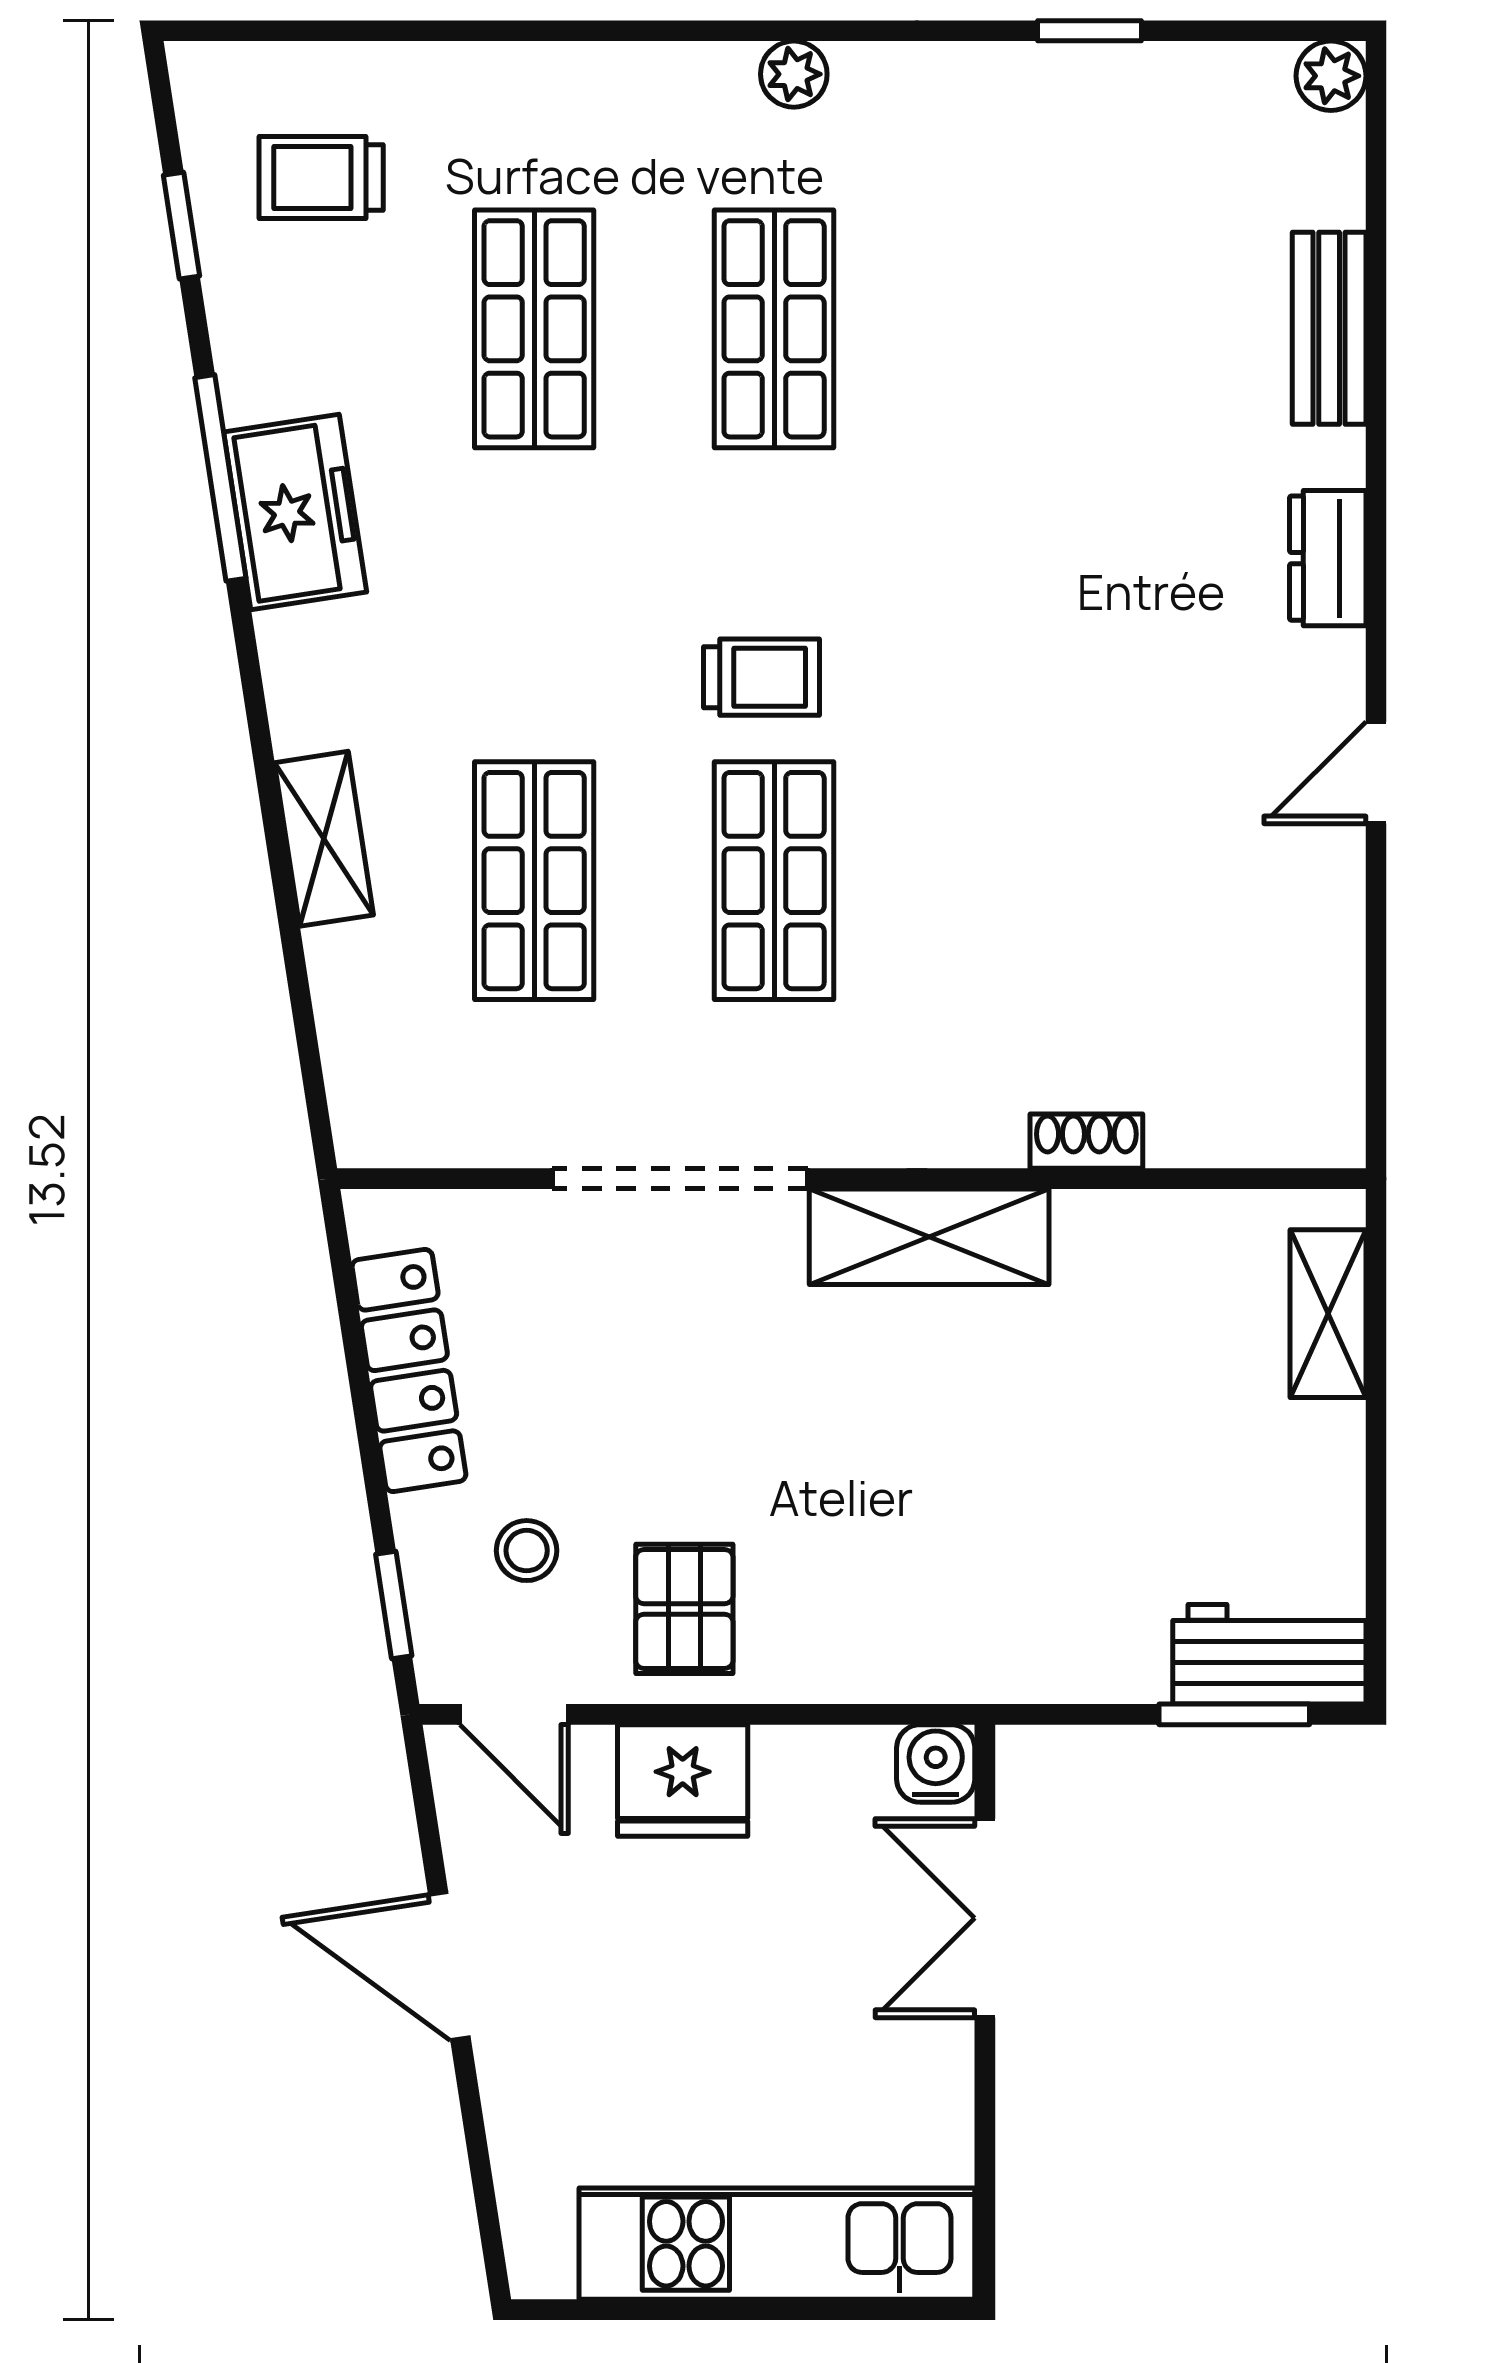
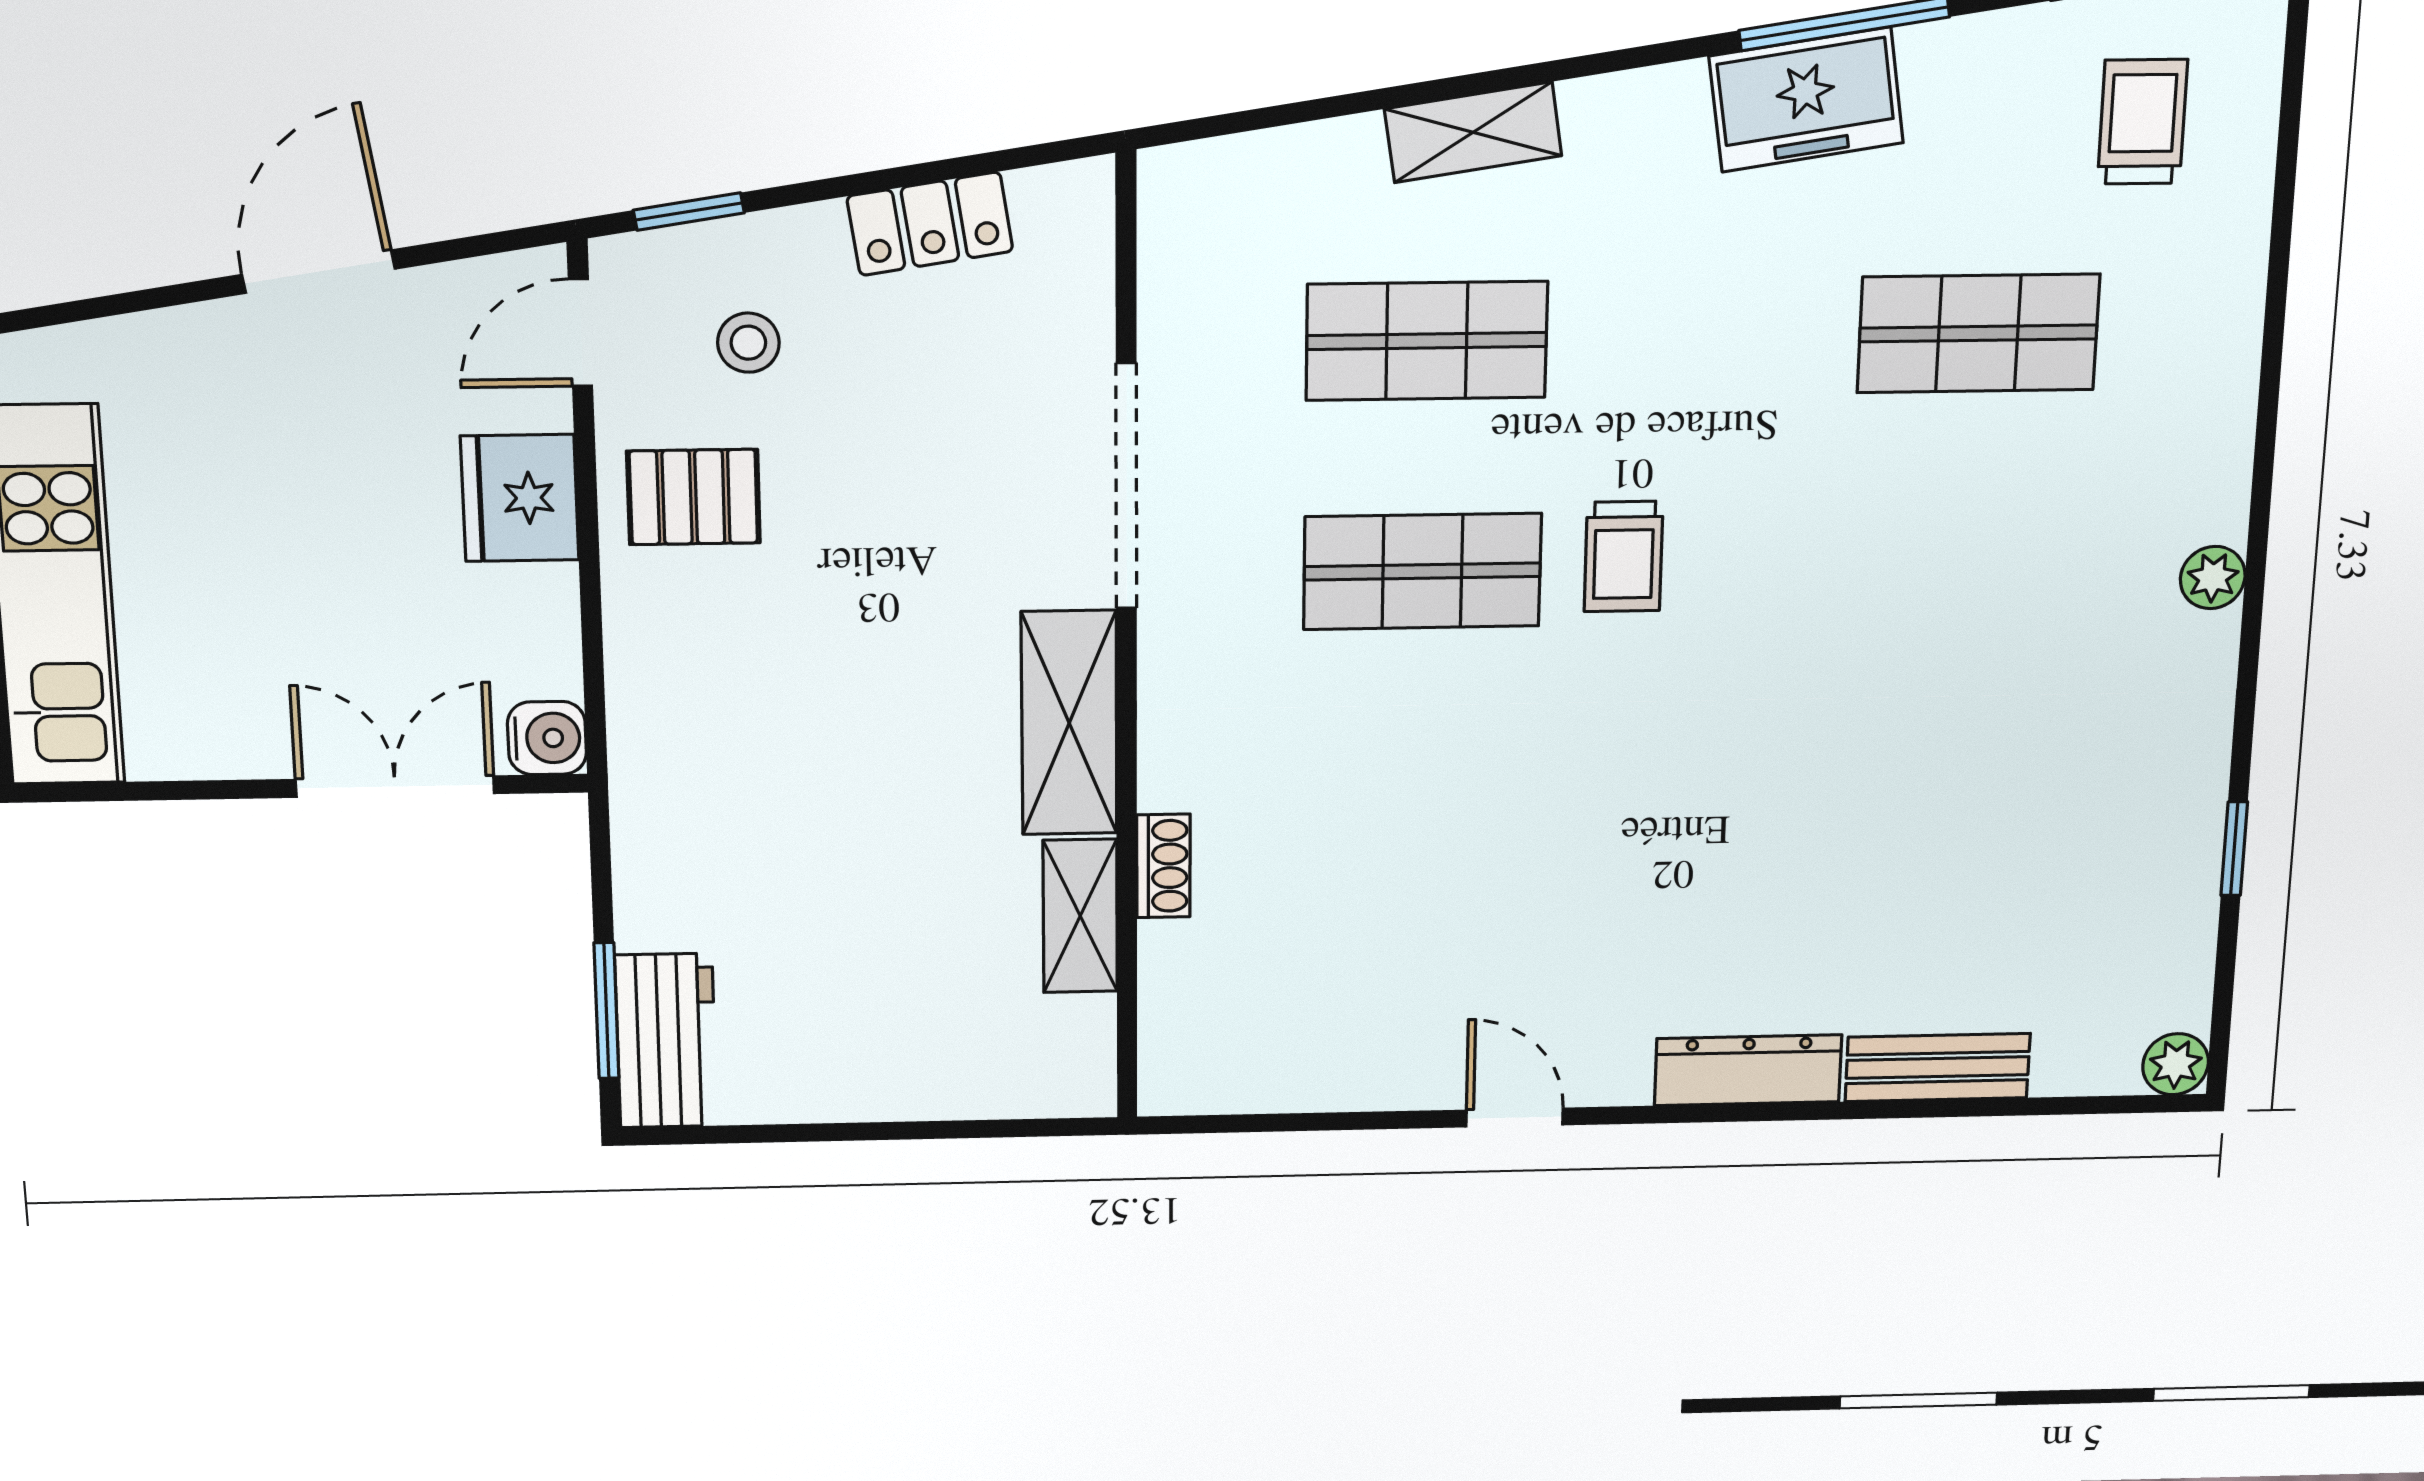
shop shelf: (774, 329) -> (1965, 563), removed
dresser: (1328, 558) -> (1748, 1070), width x1.44
shelving: (1328, 1314) -> (1080, 916), moved, turned 90
locker: (409, 1370) -> (930, 224), width x0.66

